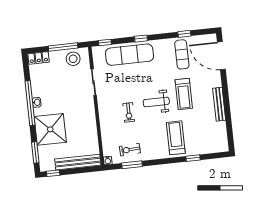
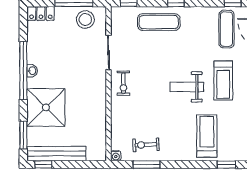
exercise mat: (130, 55) -> (159, 22), width x0.73, depth x0.69
exercise bike: (129, 112) -> (123, 83), moved
bench: (78, 162) -> (56, 154), moved

